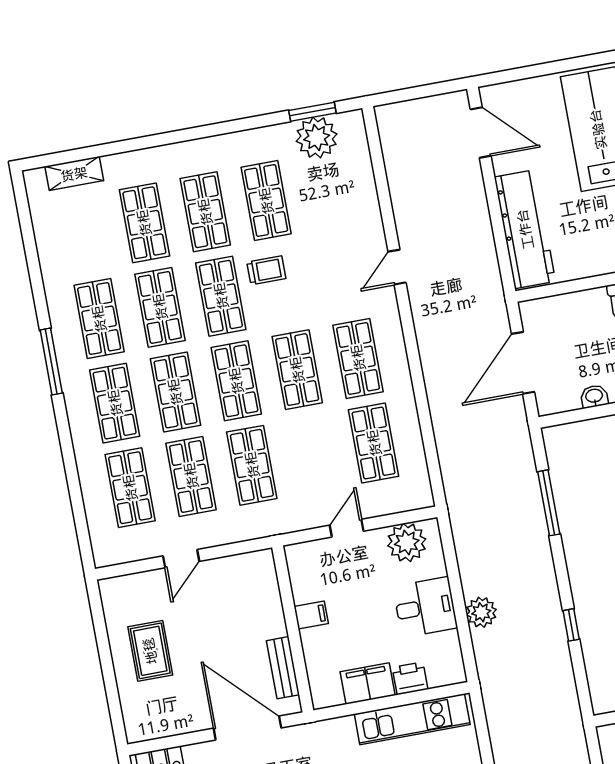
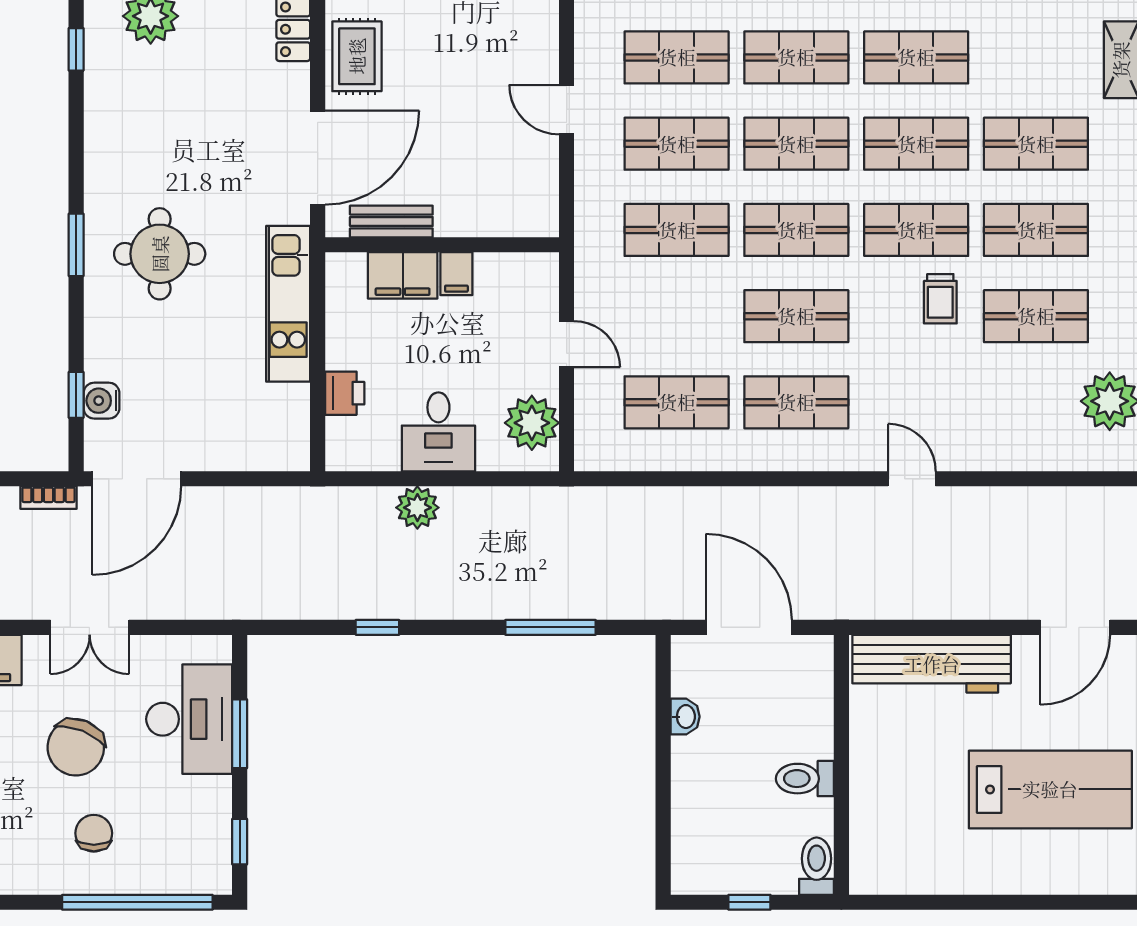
rug: (150, 651) -> (357, 56), moved, turned 90
filing cabinet: (368, 684) -> (403, 275), moved, turned 90
kitchen unit: (412, 719) -> (288, 304), moved

